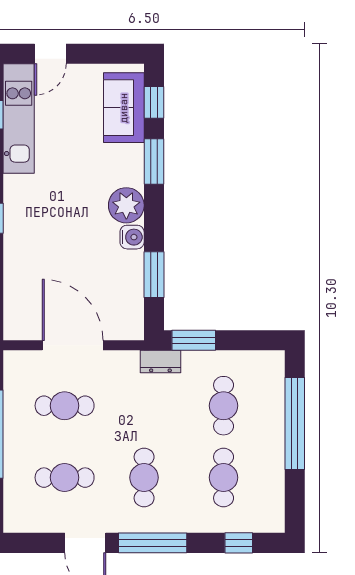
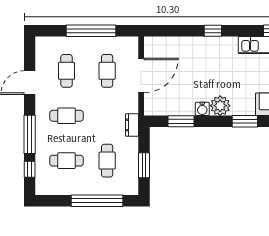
window: (194, 340) -> (144, 165), moved
cafe table: (224, 406) -> (107, 161), turned 90
window: (153, 543) -> (30, 134), moved

